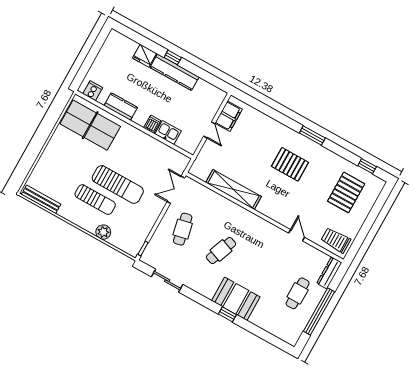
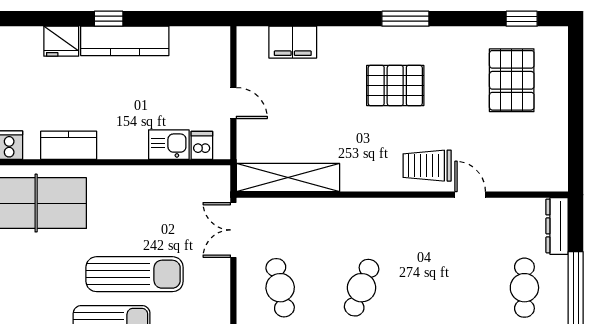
filing cabinet: (229, 116) -> (293, 42), moved, turned 90
dishwasher: (152, 124) -> (202, 145), moved
shelving: (233, 189) -> (288, 177), moved
trolley: (336, 240) -> (427, 166), moved

